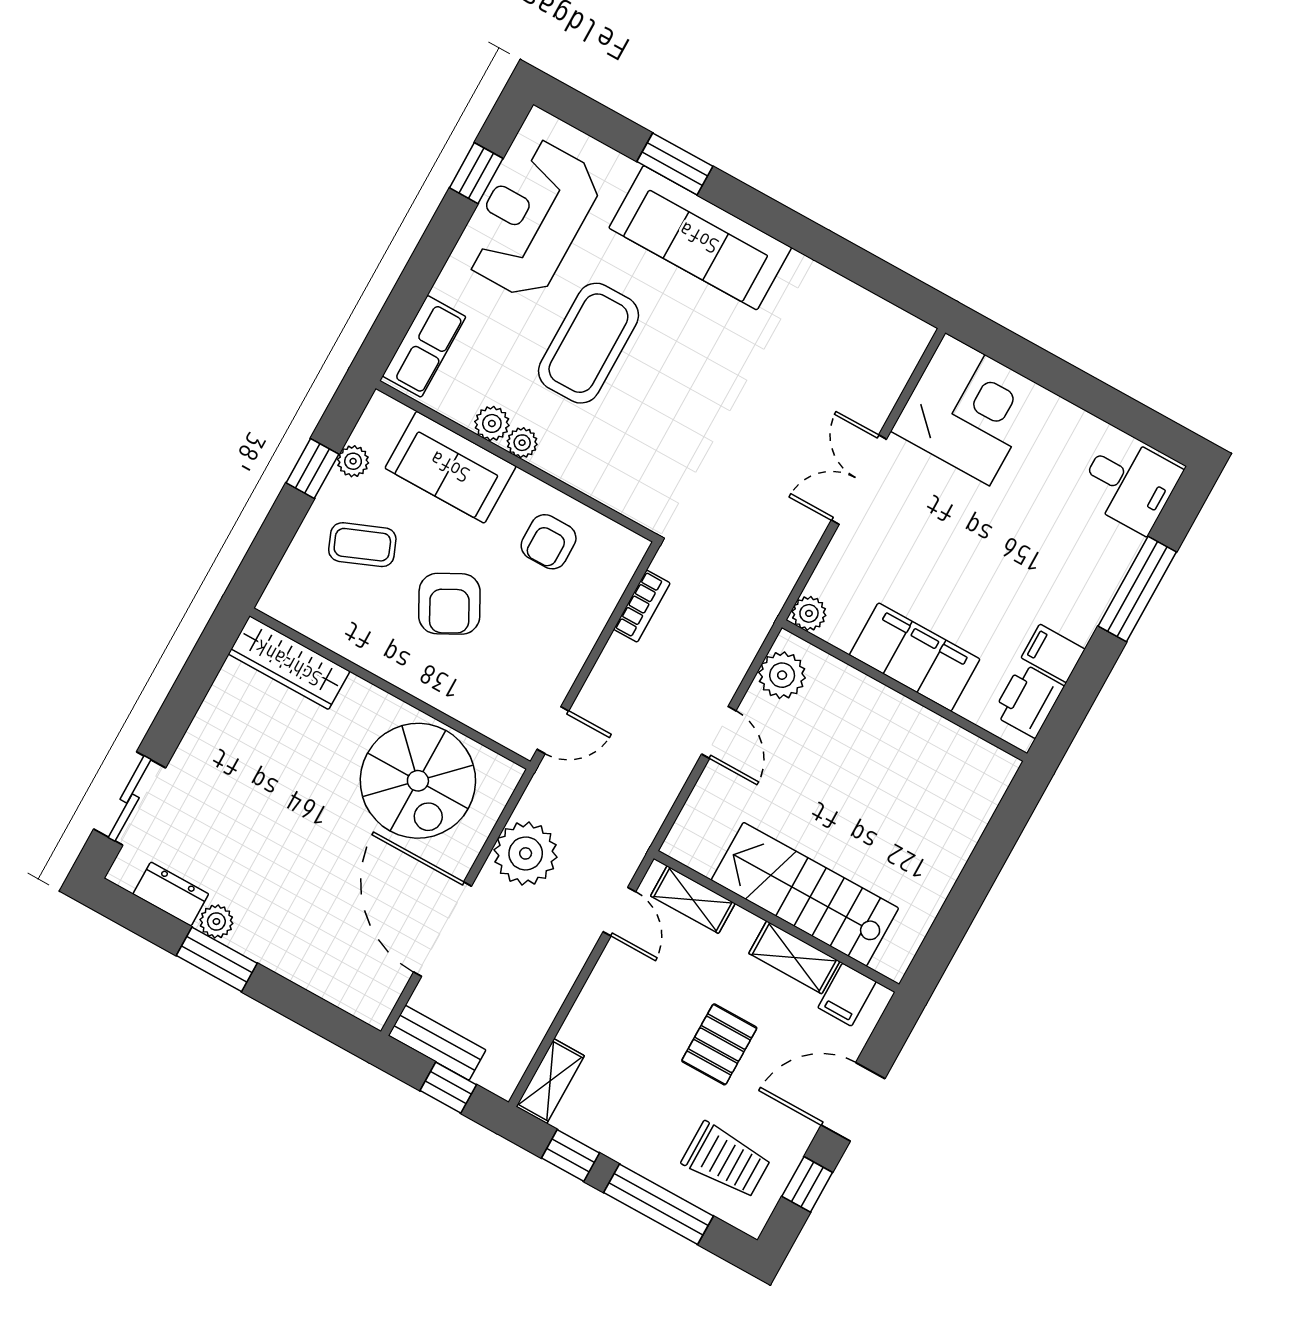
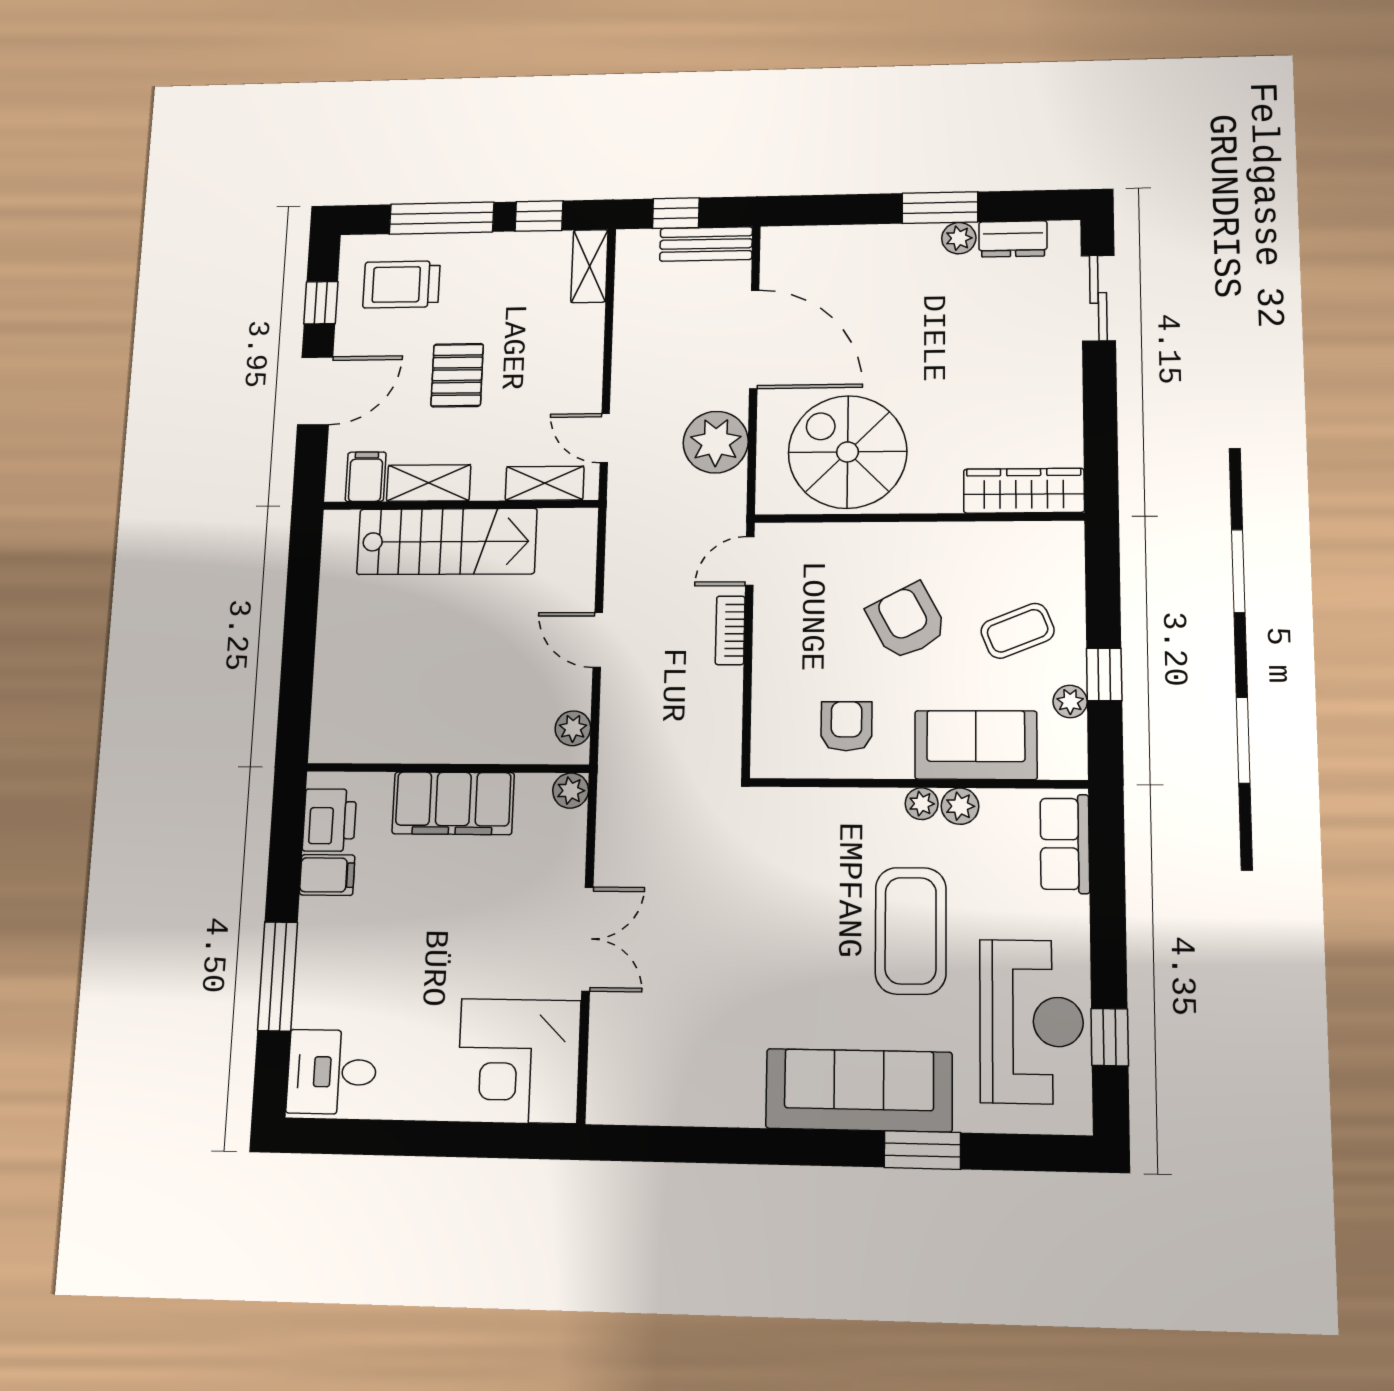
bookcase: (642, 606) -> (730, 630), moved
plant: (782, 675) -> (573, 728), width x0.73, depth x0.73

